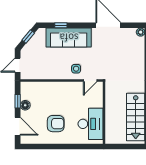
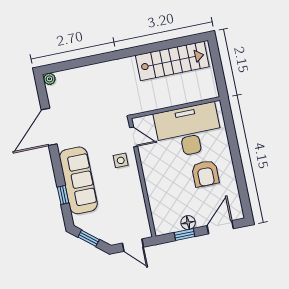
armchair: (56, 124) -> (205, 174), turned 180
desk: (91, 124) -> (188, 131), width x1.36, depth x1.30

